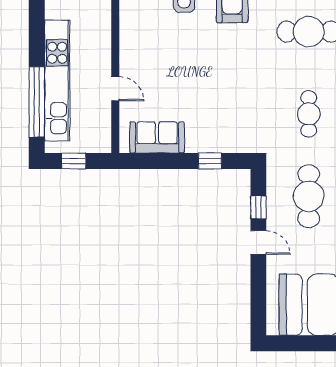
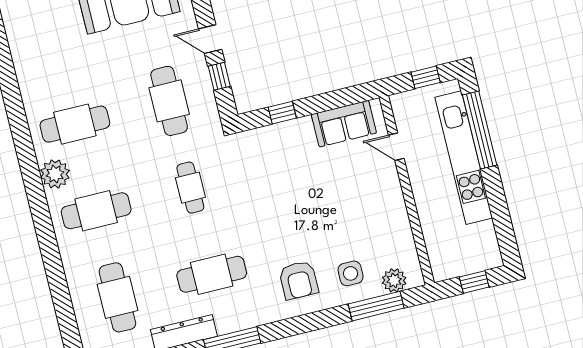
door: (115, 89) -> (396, 147), moved

